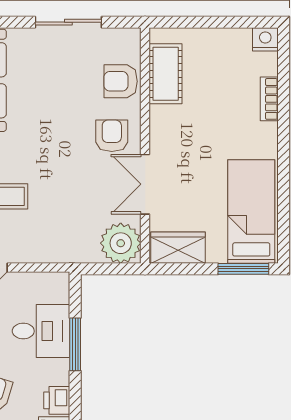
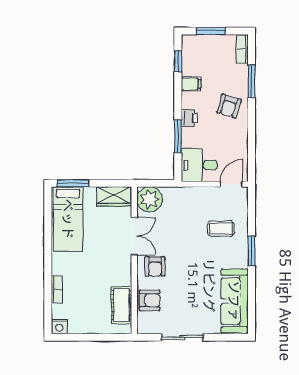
desk: (41, 331) -> (199, 165), moved
printer: (57, 400) -> (189, 118), moved

